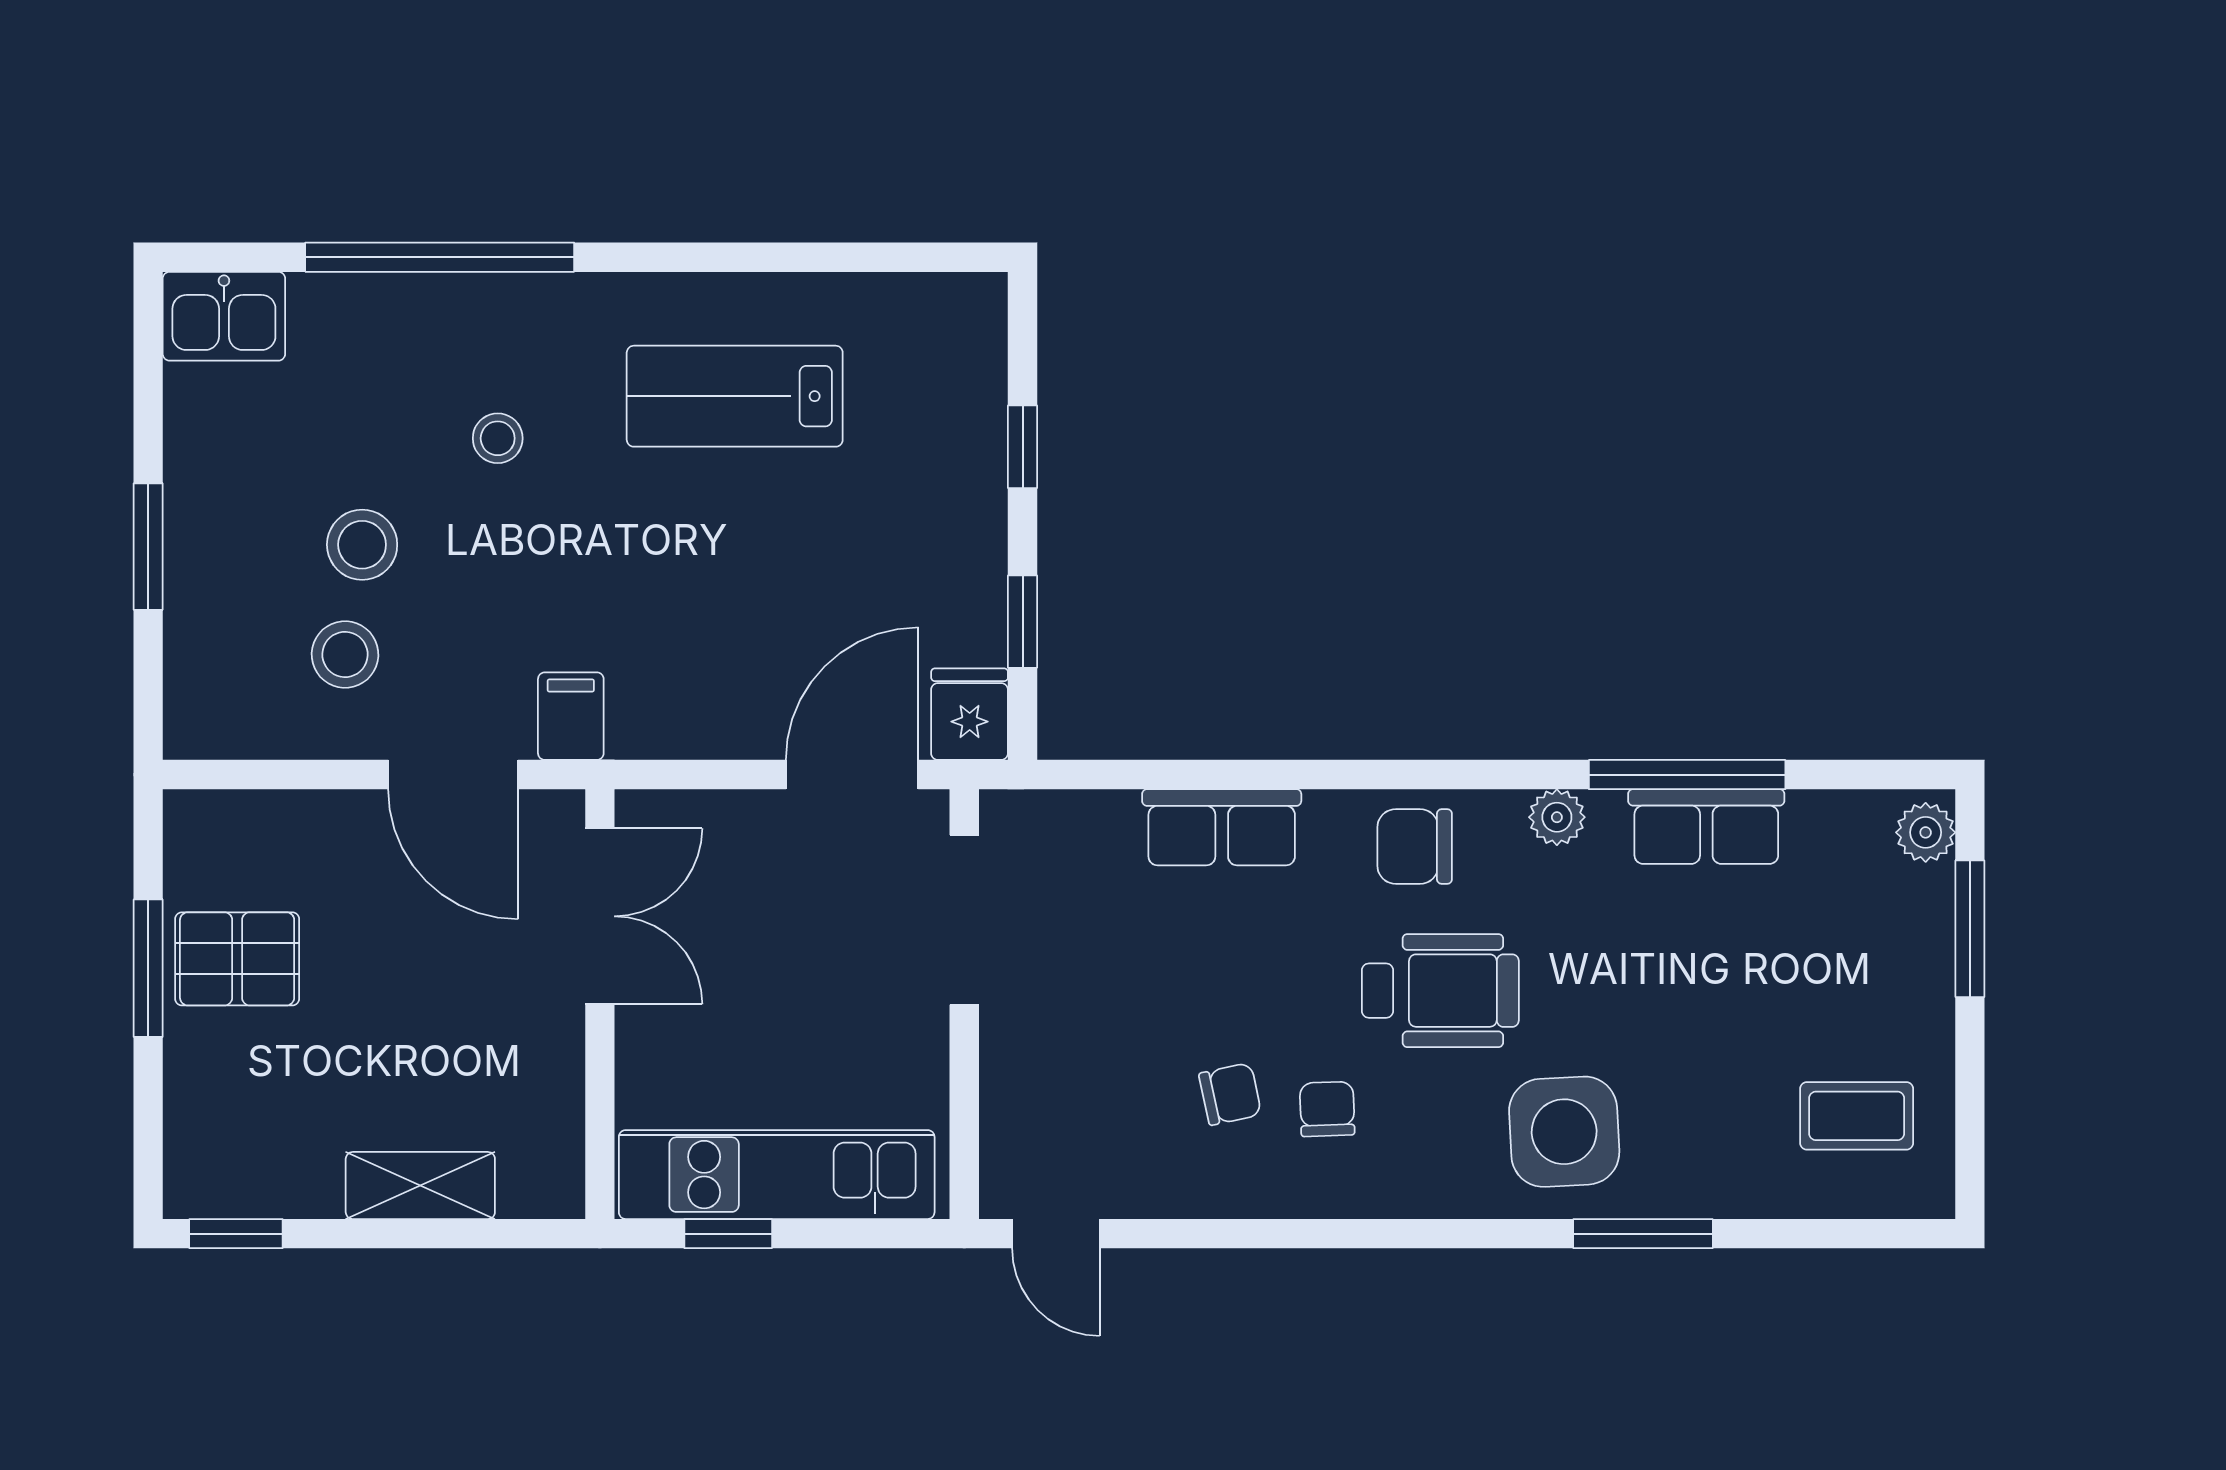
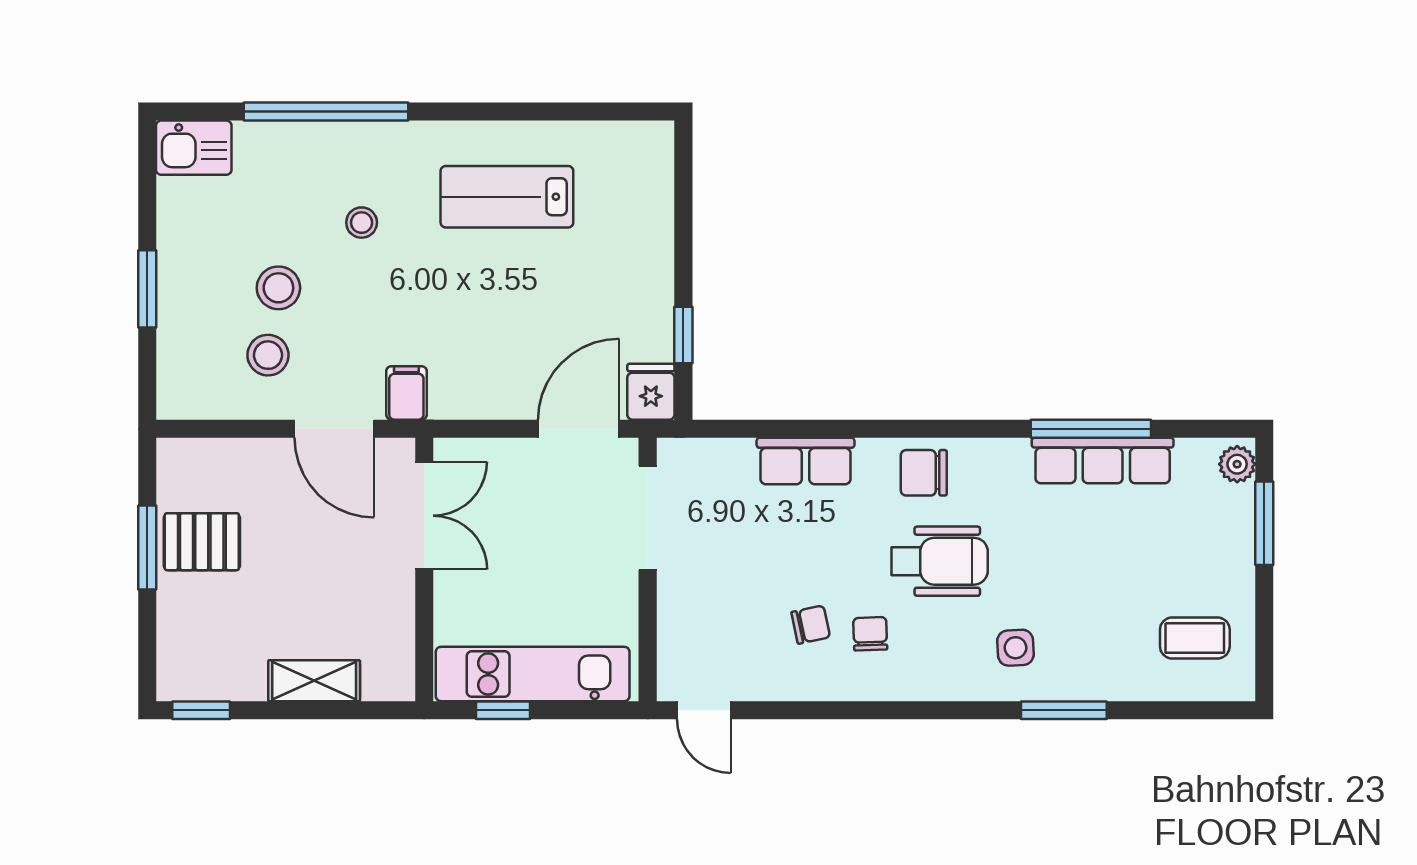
window: (1023, 447) -> (683, 228), removed
plant: (1557, 817) -> (1011, 455), removed
row of seats: (1706, 827) -> (1103, 461), width x1.48
side table: (1564, 1132) -> (1015, 648), width x0.54, depth x0.54

